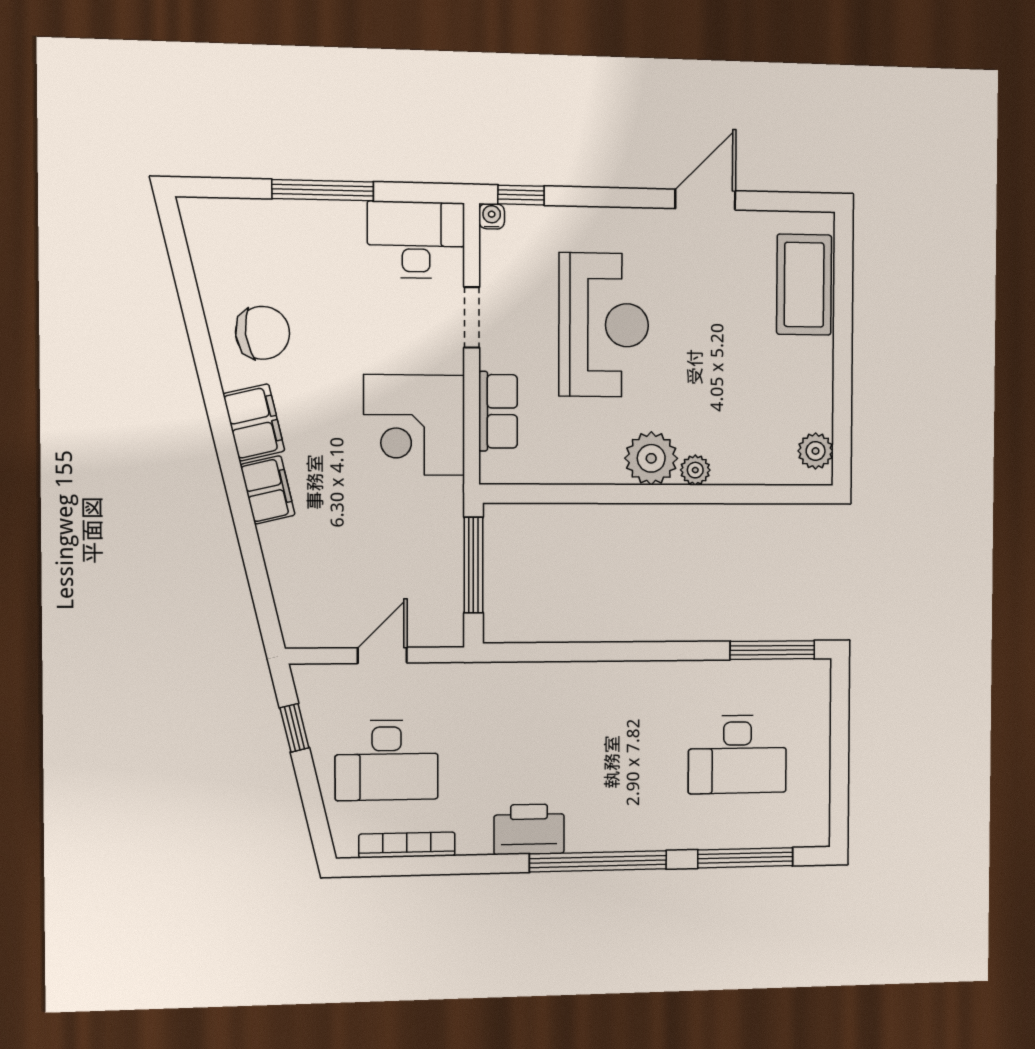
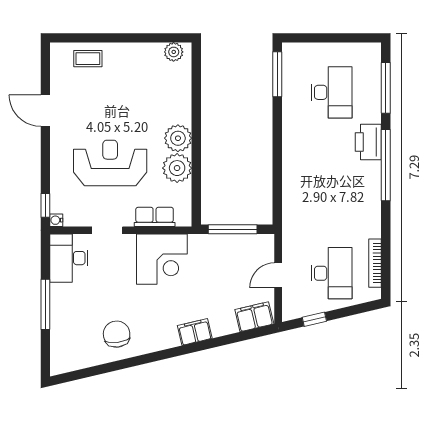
coffee table: (804, 285) -> (88, 59), width x0.54, depth x0.58
filing cabinet: (254, 422) -> (254, 317), moved
plant: (695, 470) -> (177, 168), moved, width x1.88, depth x1.88
door: (382, 655) -> (278, 275), hinge flipped
printer: (529, 829) -> (368, 142), moved

